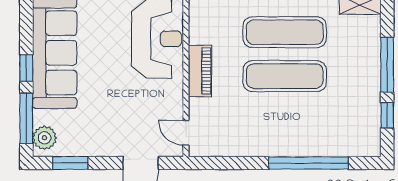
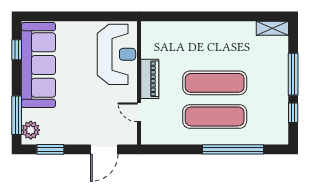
exercise mat: (285, 32) -> (215, 116), moved
window: (26, 68) -> (17, 50), moved
door: (186, 133) -> (139, 112), moved

